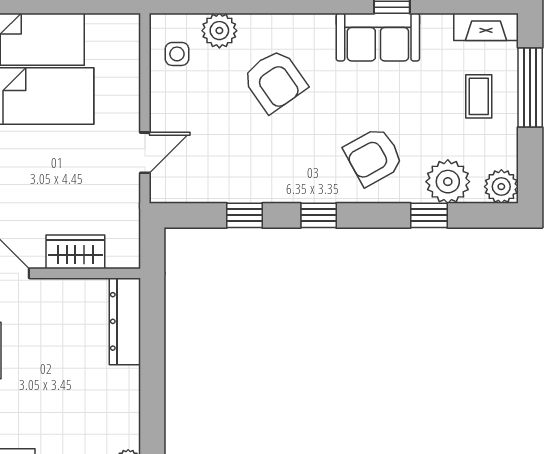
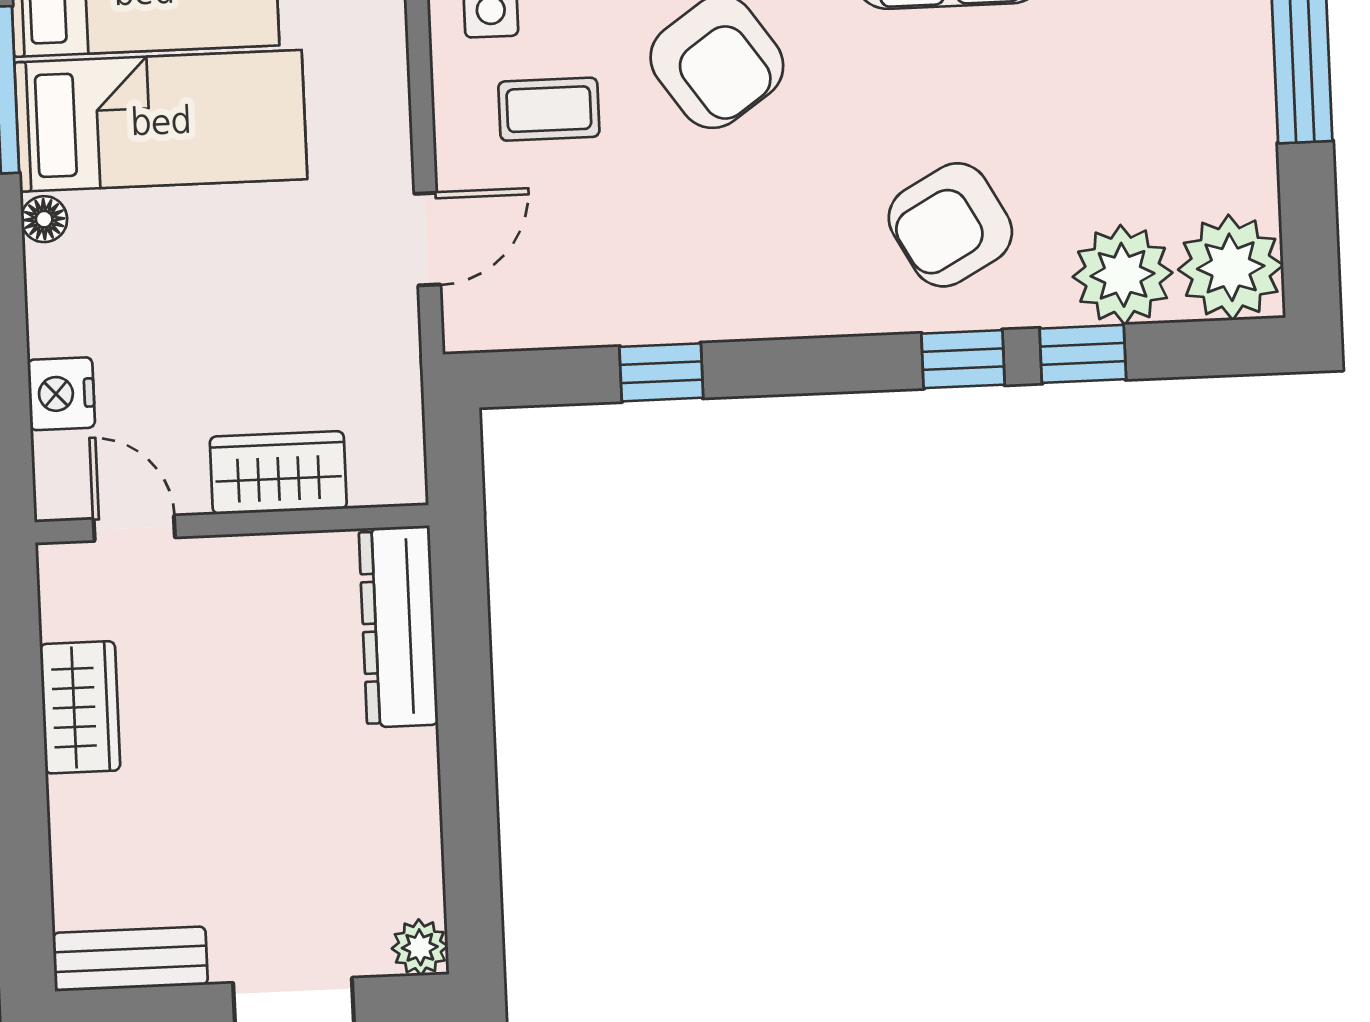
coffee table: (479, 96) -> (549, 109), moved, turned 90
plant: (501, 187) -> (1231, 267), width x1.36, depth x1.36
window: (319, 215) -> (963, 359), moved

